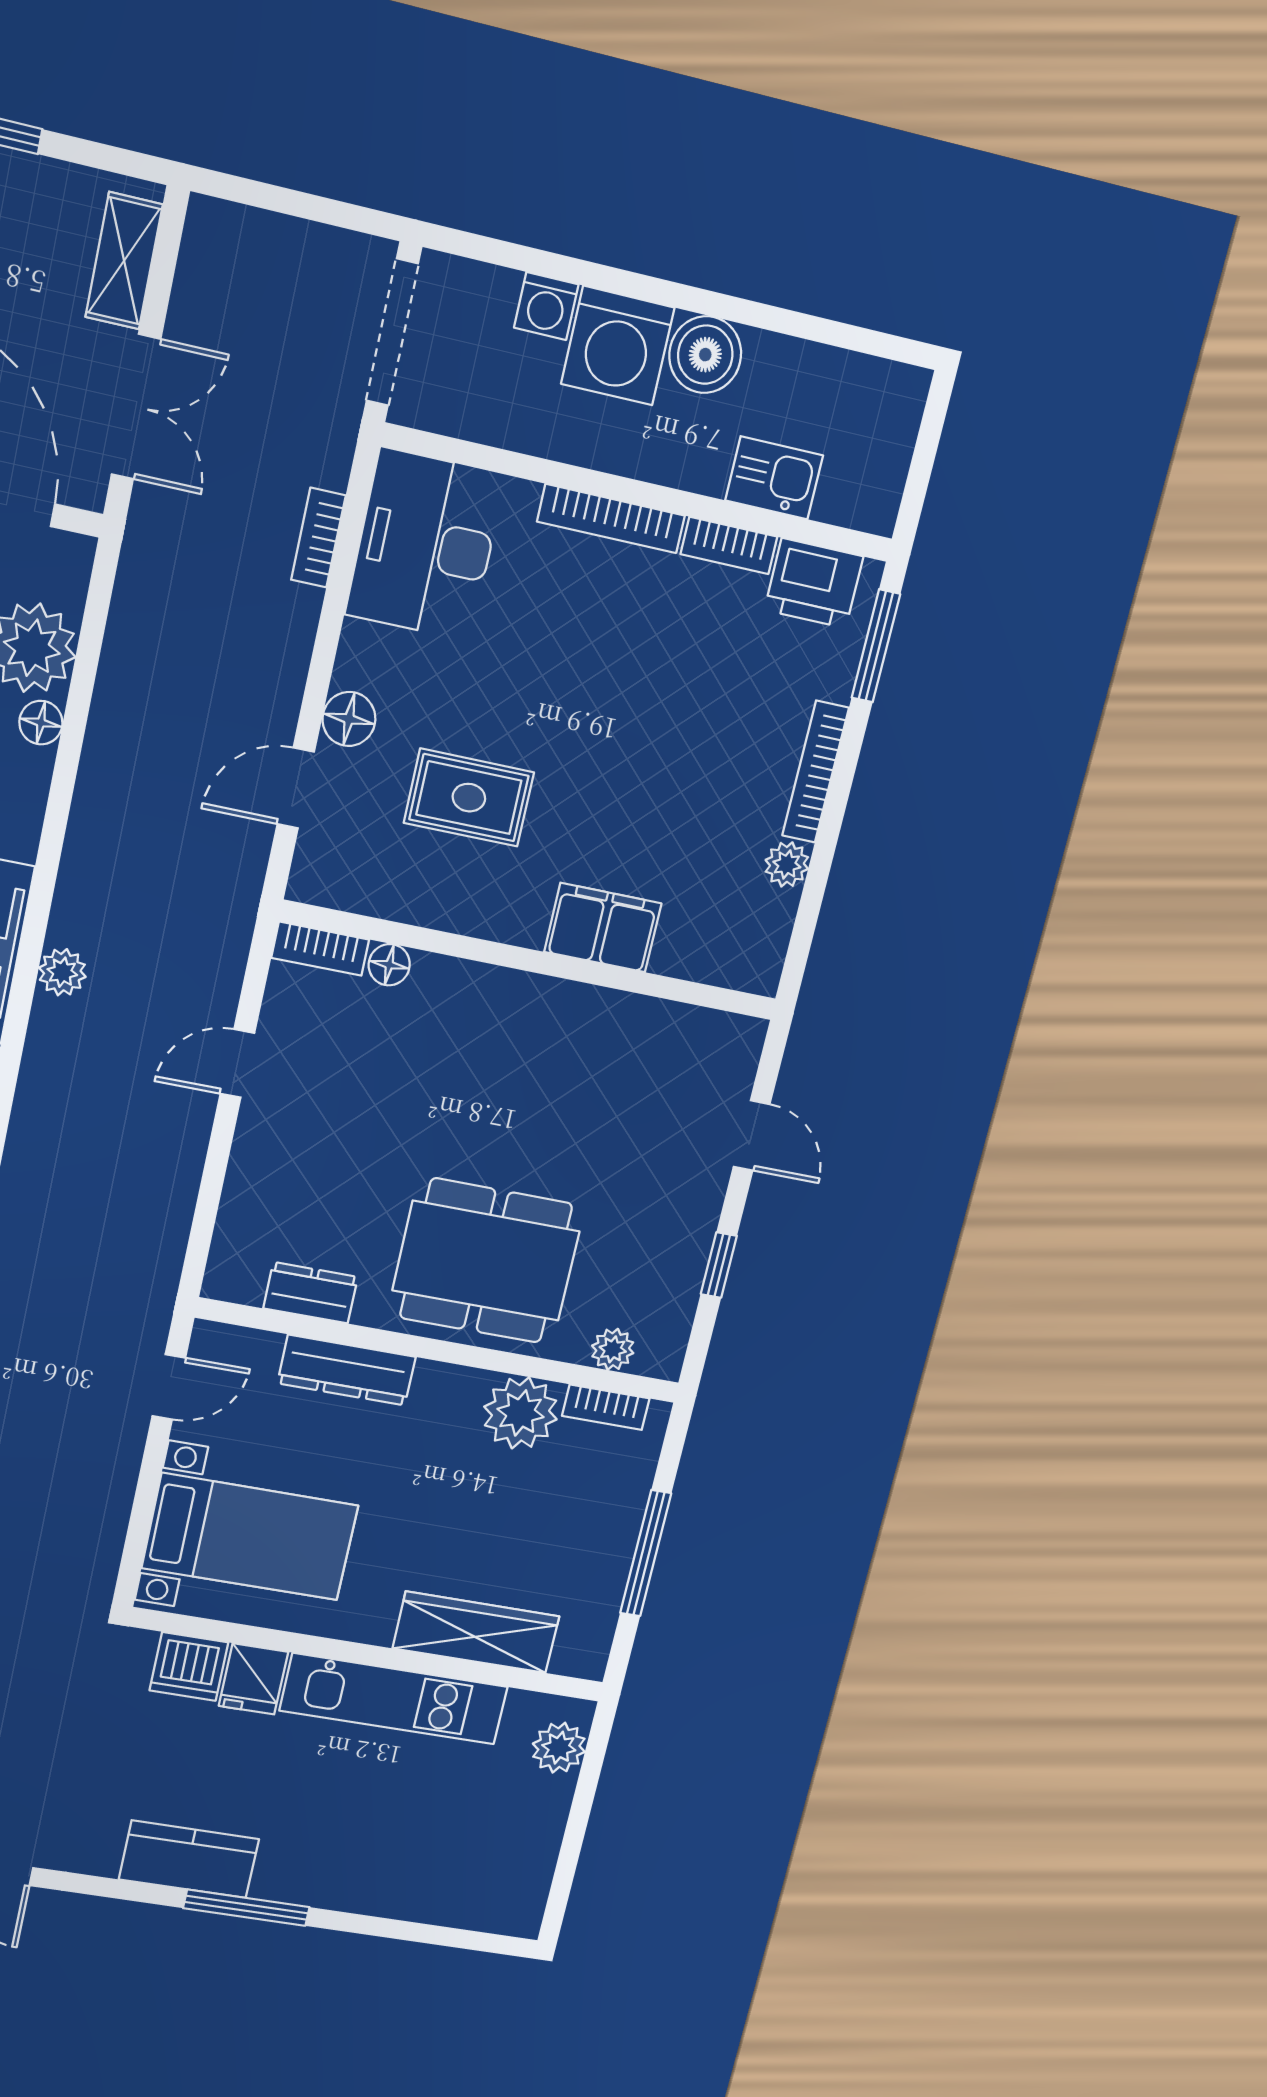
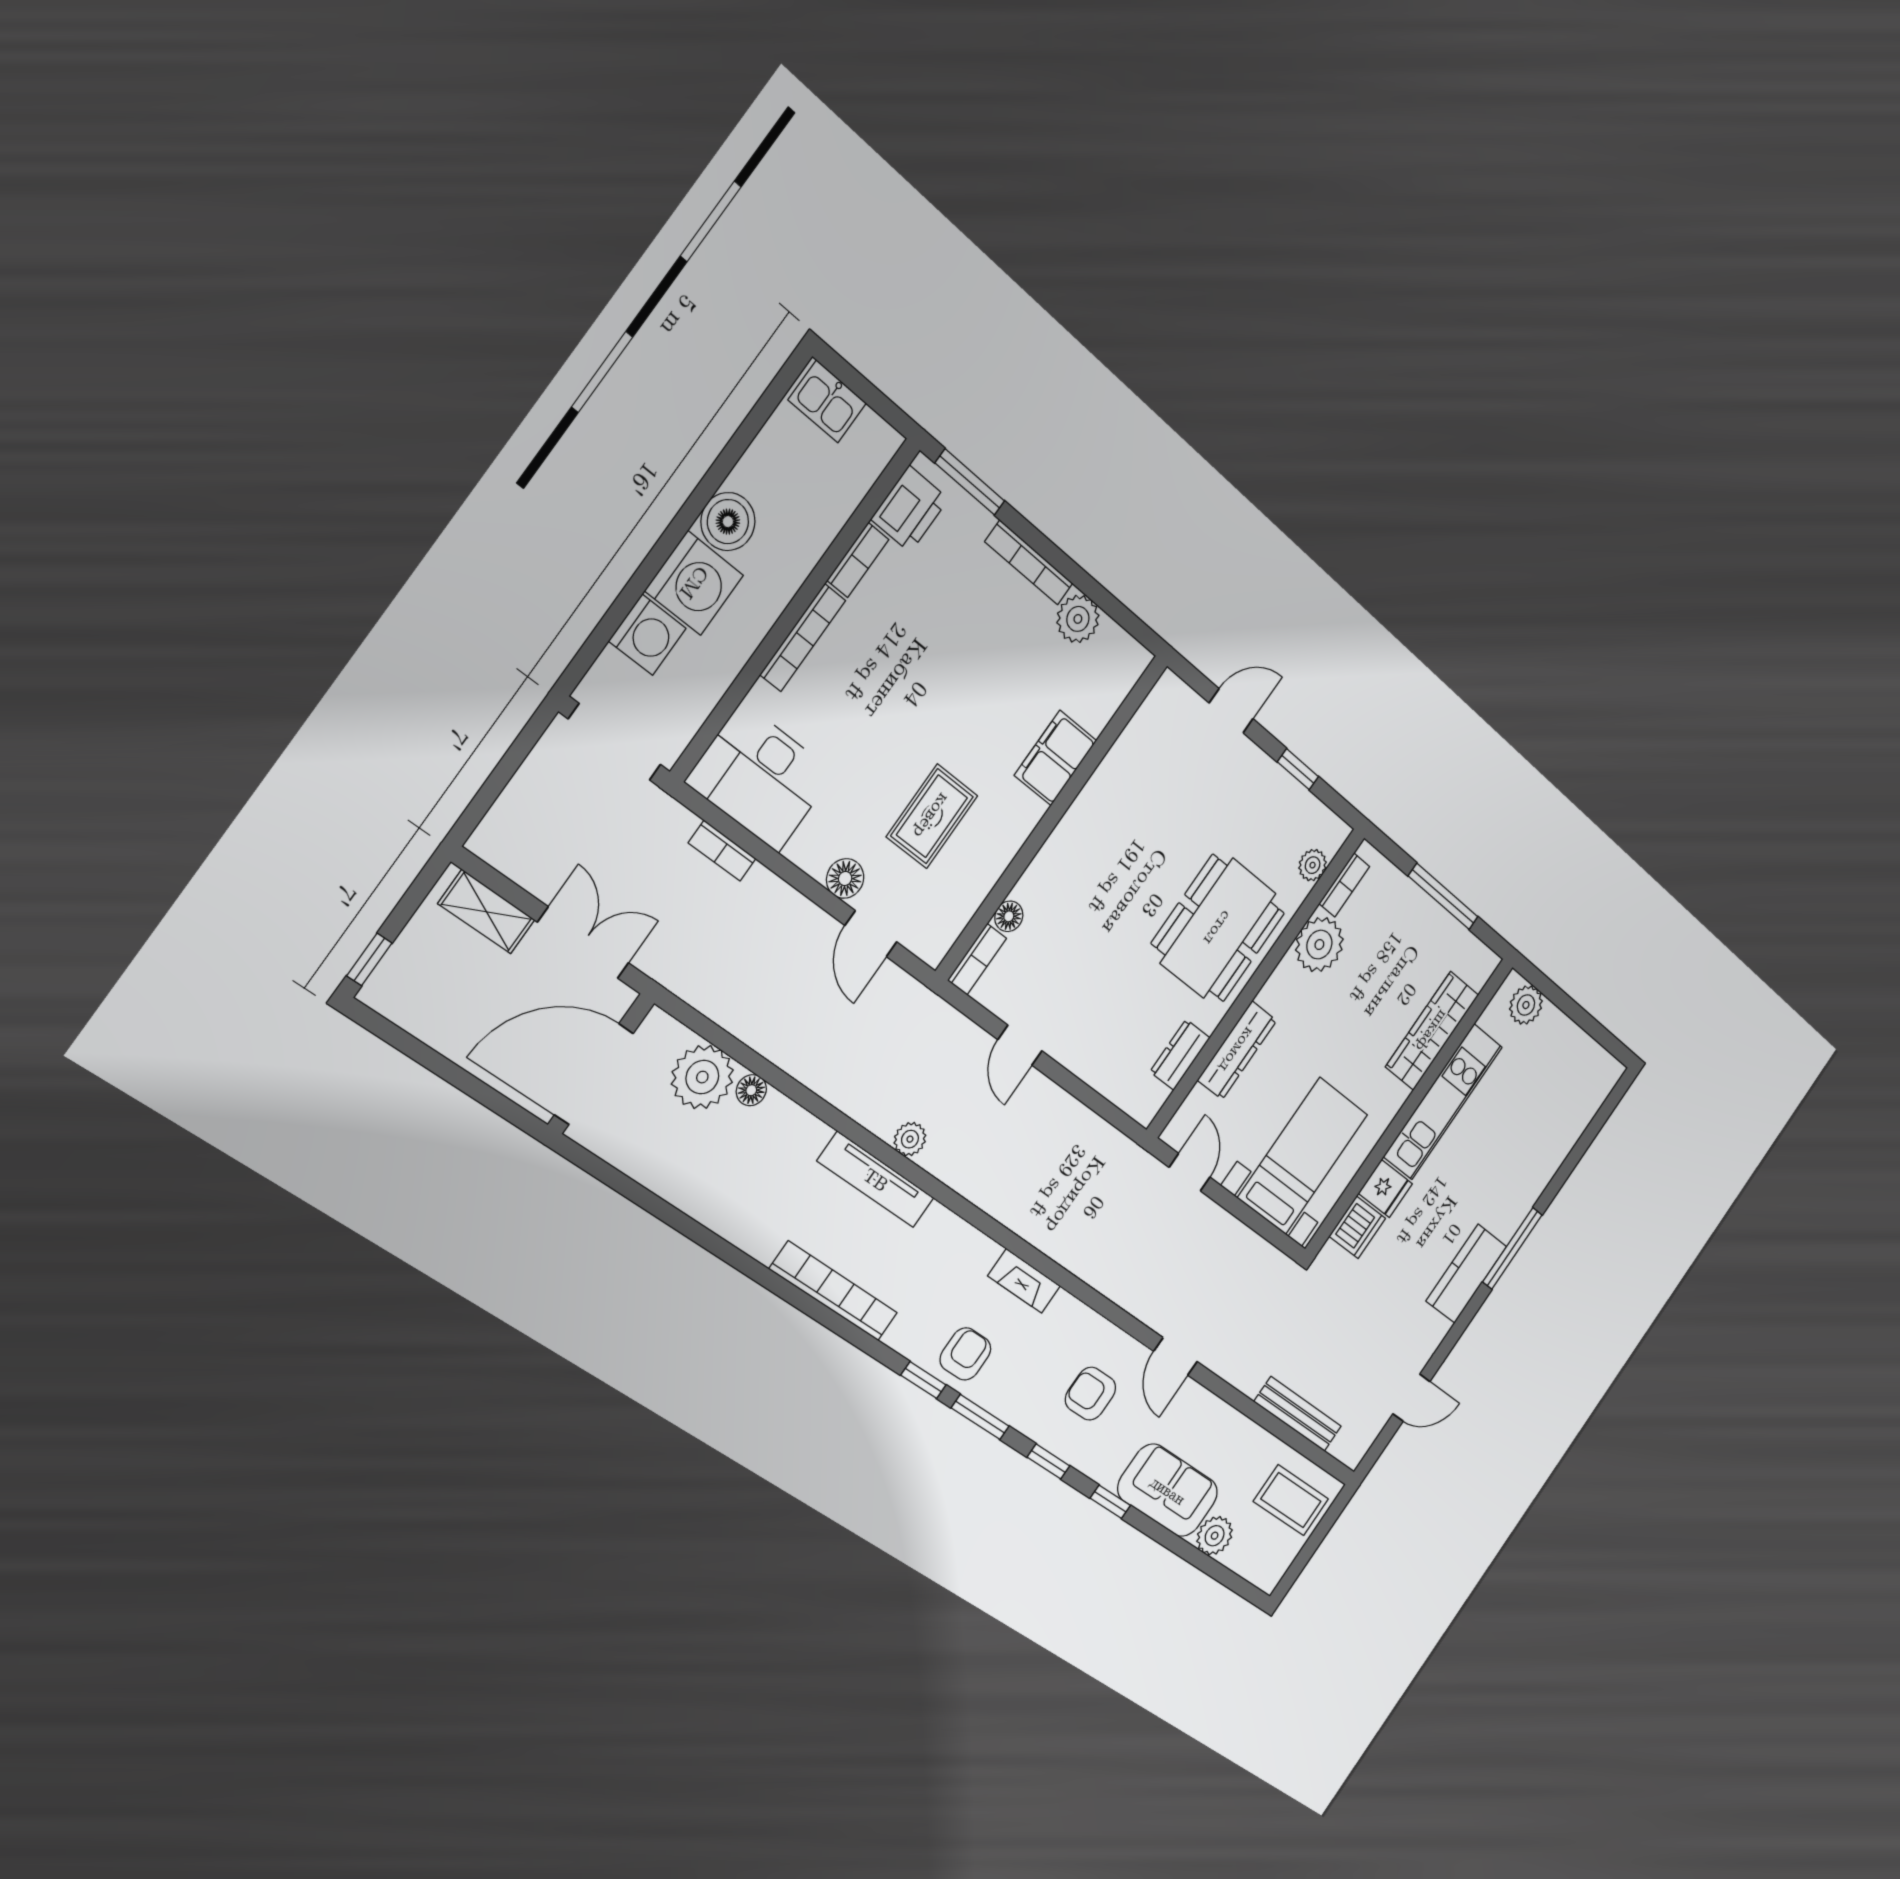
washing machine: (546, 306) -> (647, 635), width x1.38, depth x1.38
kitchen sink: (774, 478) -> (827, 402), moved, turned -90
plant: (787, 864) -> (1078, 619), width x1.38, depth x1.38

